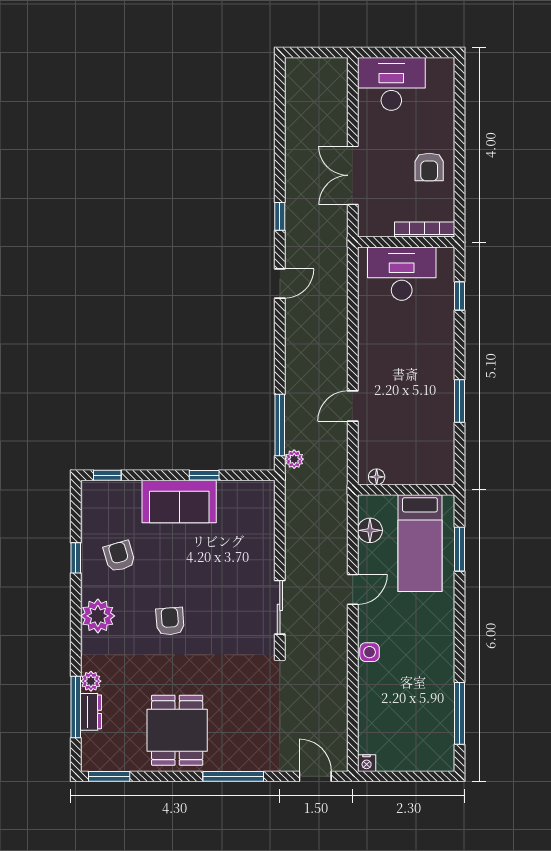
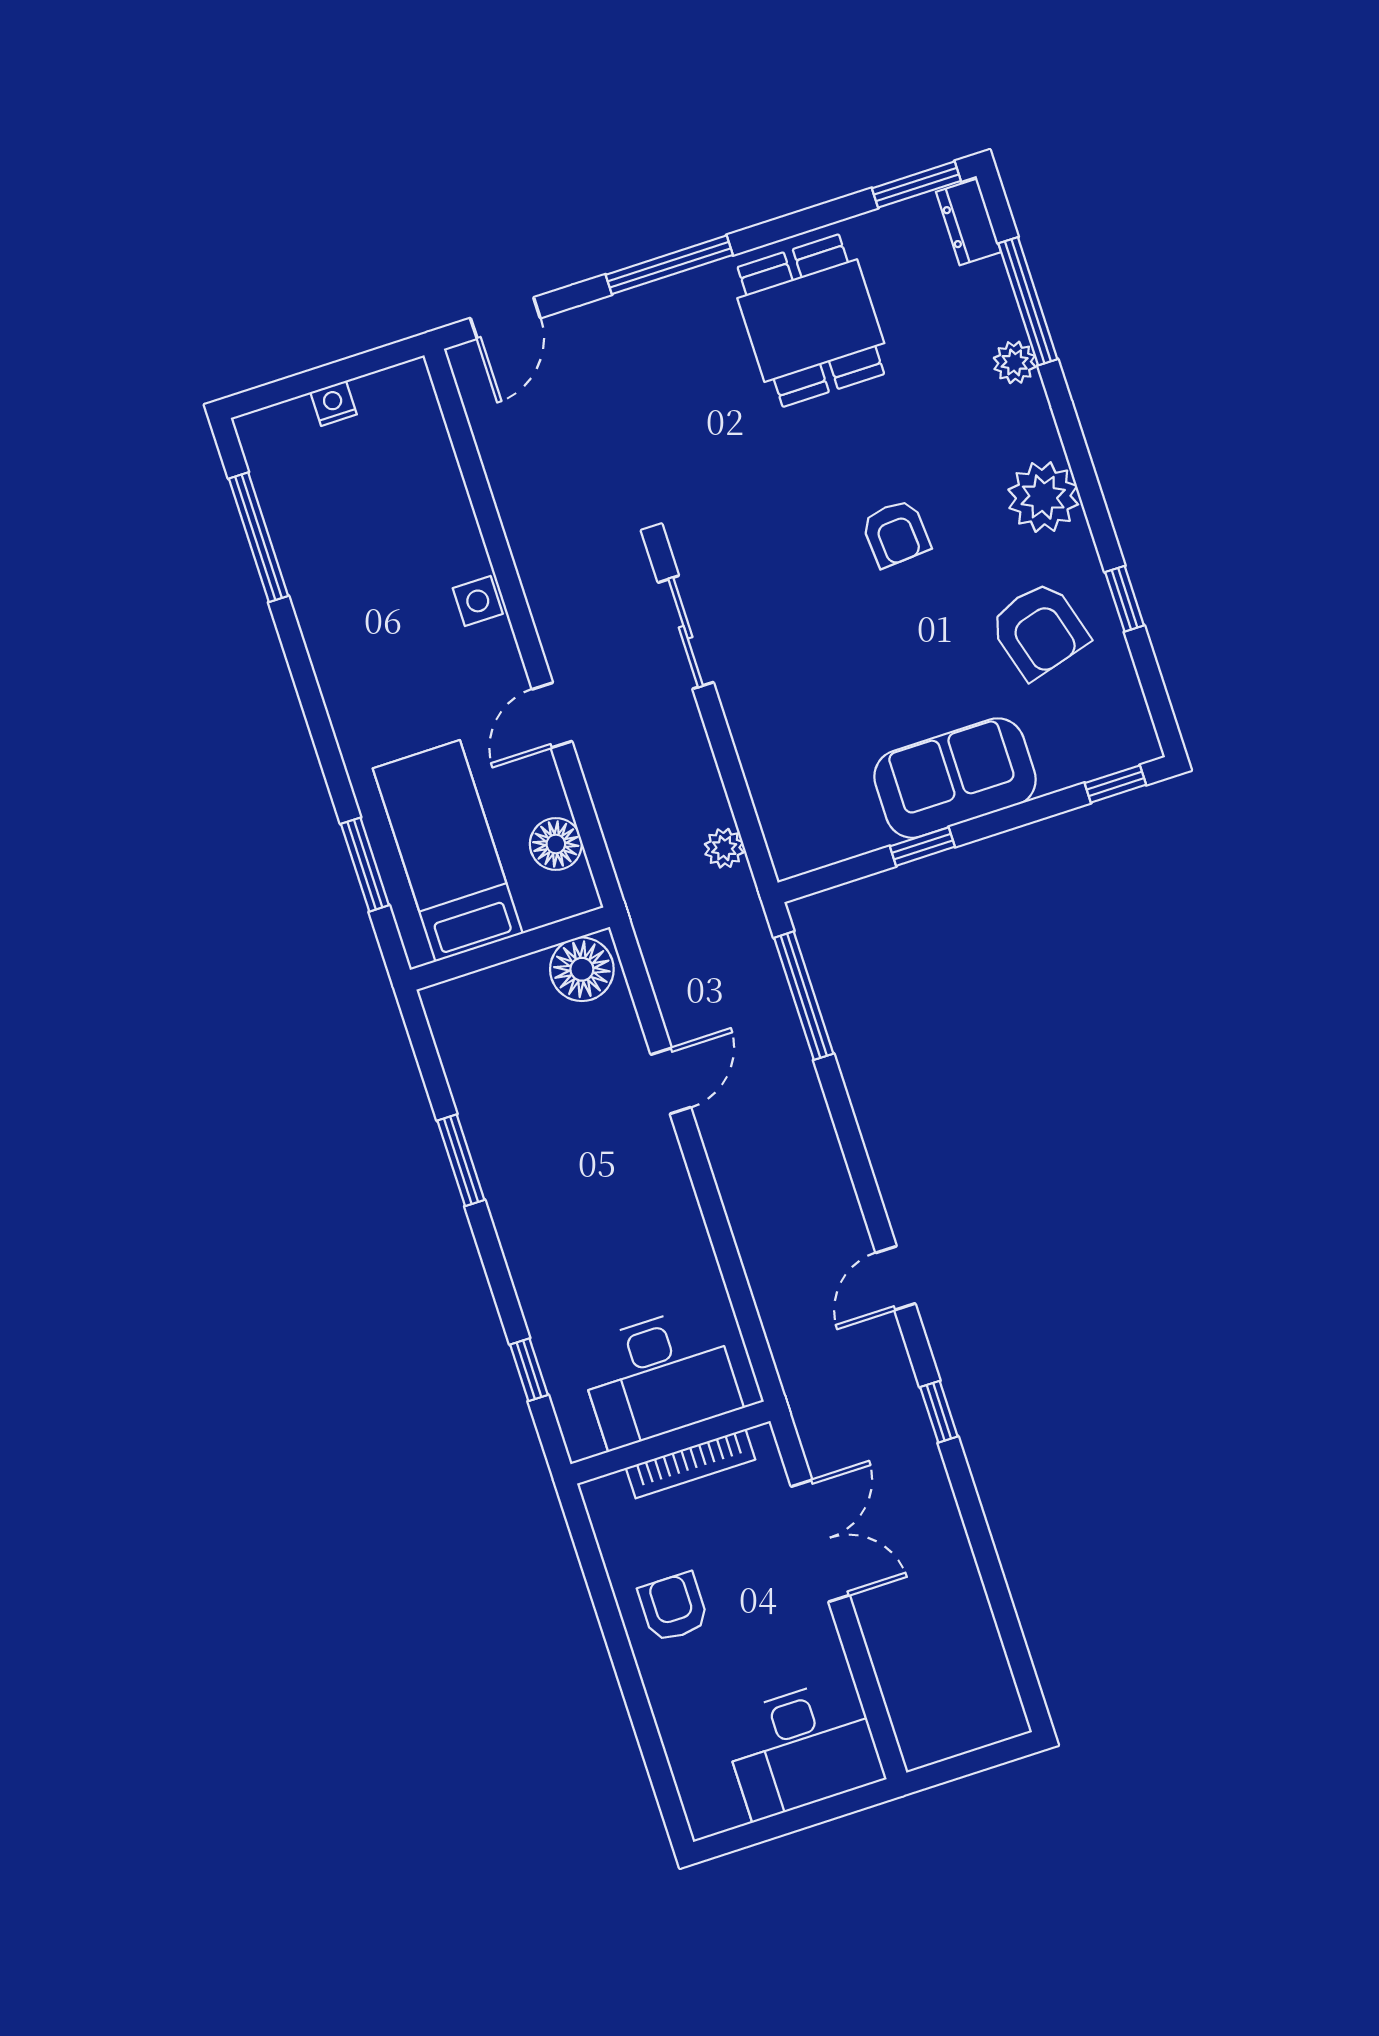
bookcase: (425, 229) -> (691, 1464), moved
plant: (294, 459) -> (724, 848), moved
floor lamp: (377, 477) -> (582, 969), width x1.89, depth x1.89
armchair: (119, 556) -> (1039, 630), width x1.38, depth x1.38
dresser: (91, 712) -> (968, 222), moved
nightstand: (367, 763) -> (333, 403), moved
door: (315, 776) -> (505, 318), hinge flipped

